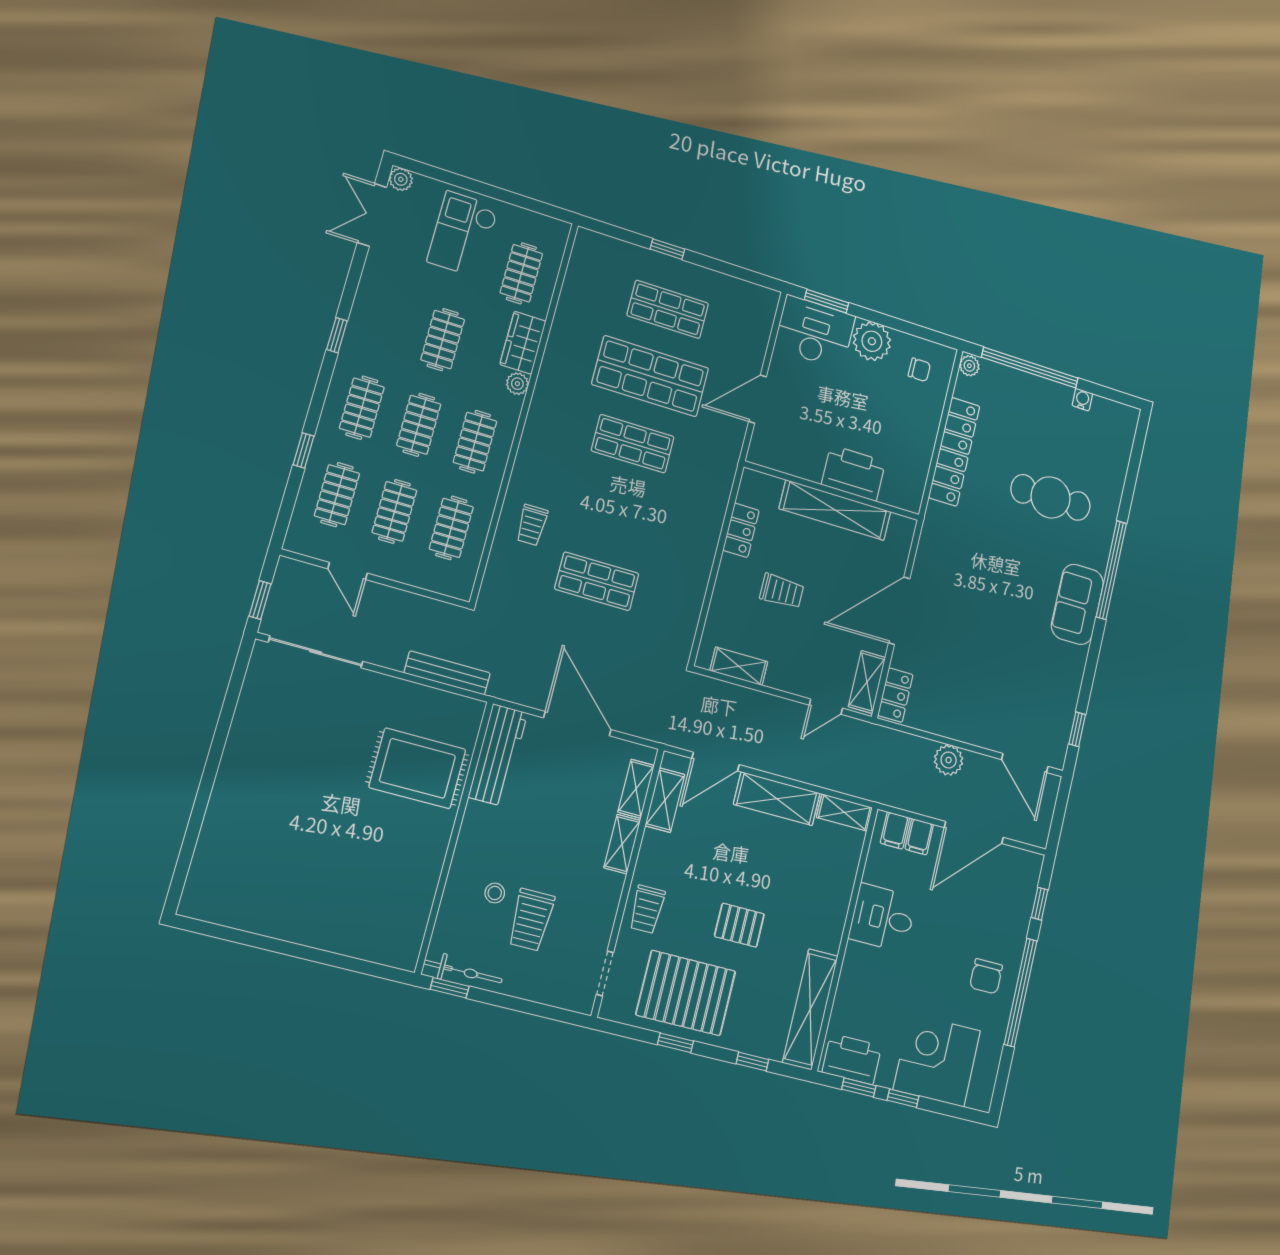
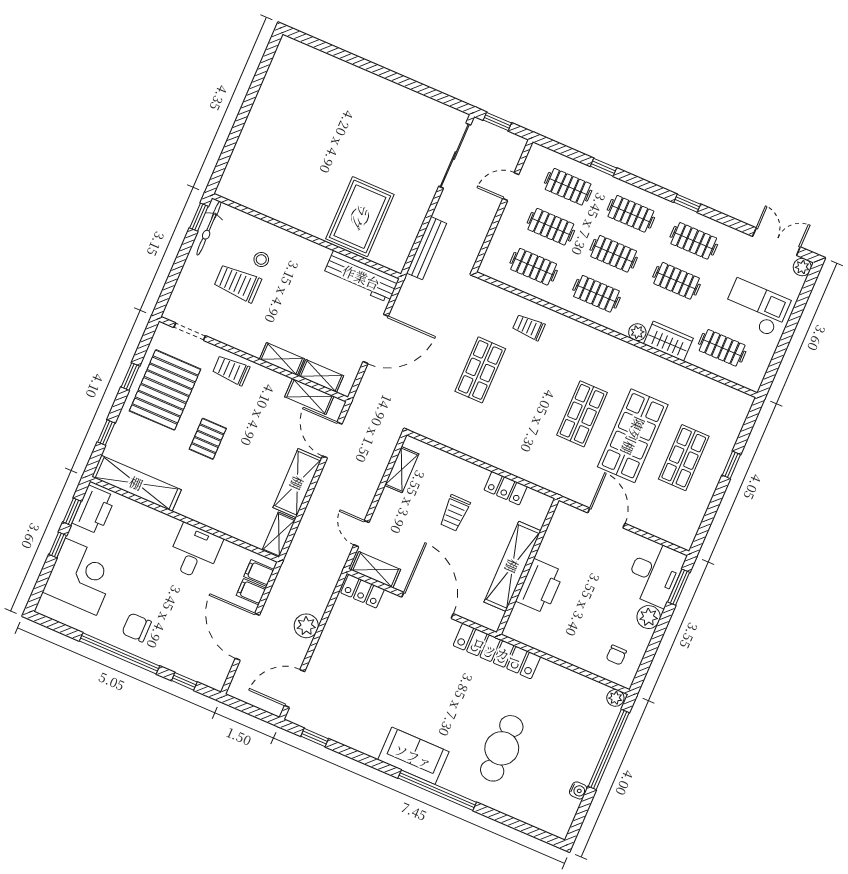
clothes rail: (386, 322) -> (694, 241), added
plant: (872, 341) -> (649, 617), width x0.73, depth x0.73
locker: (954, 452) -> (497, 651), moved

